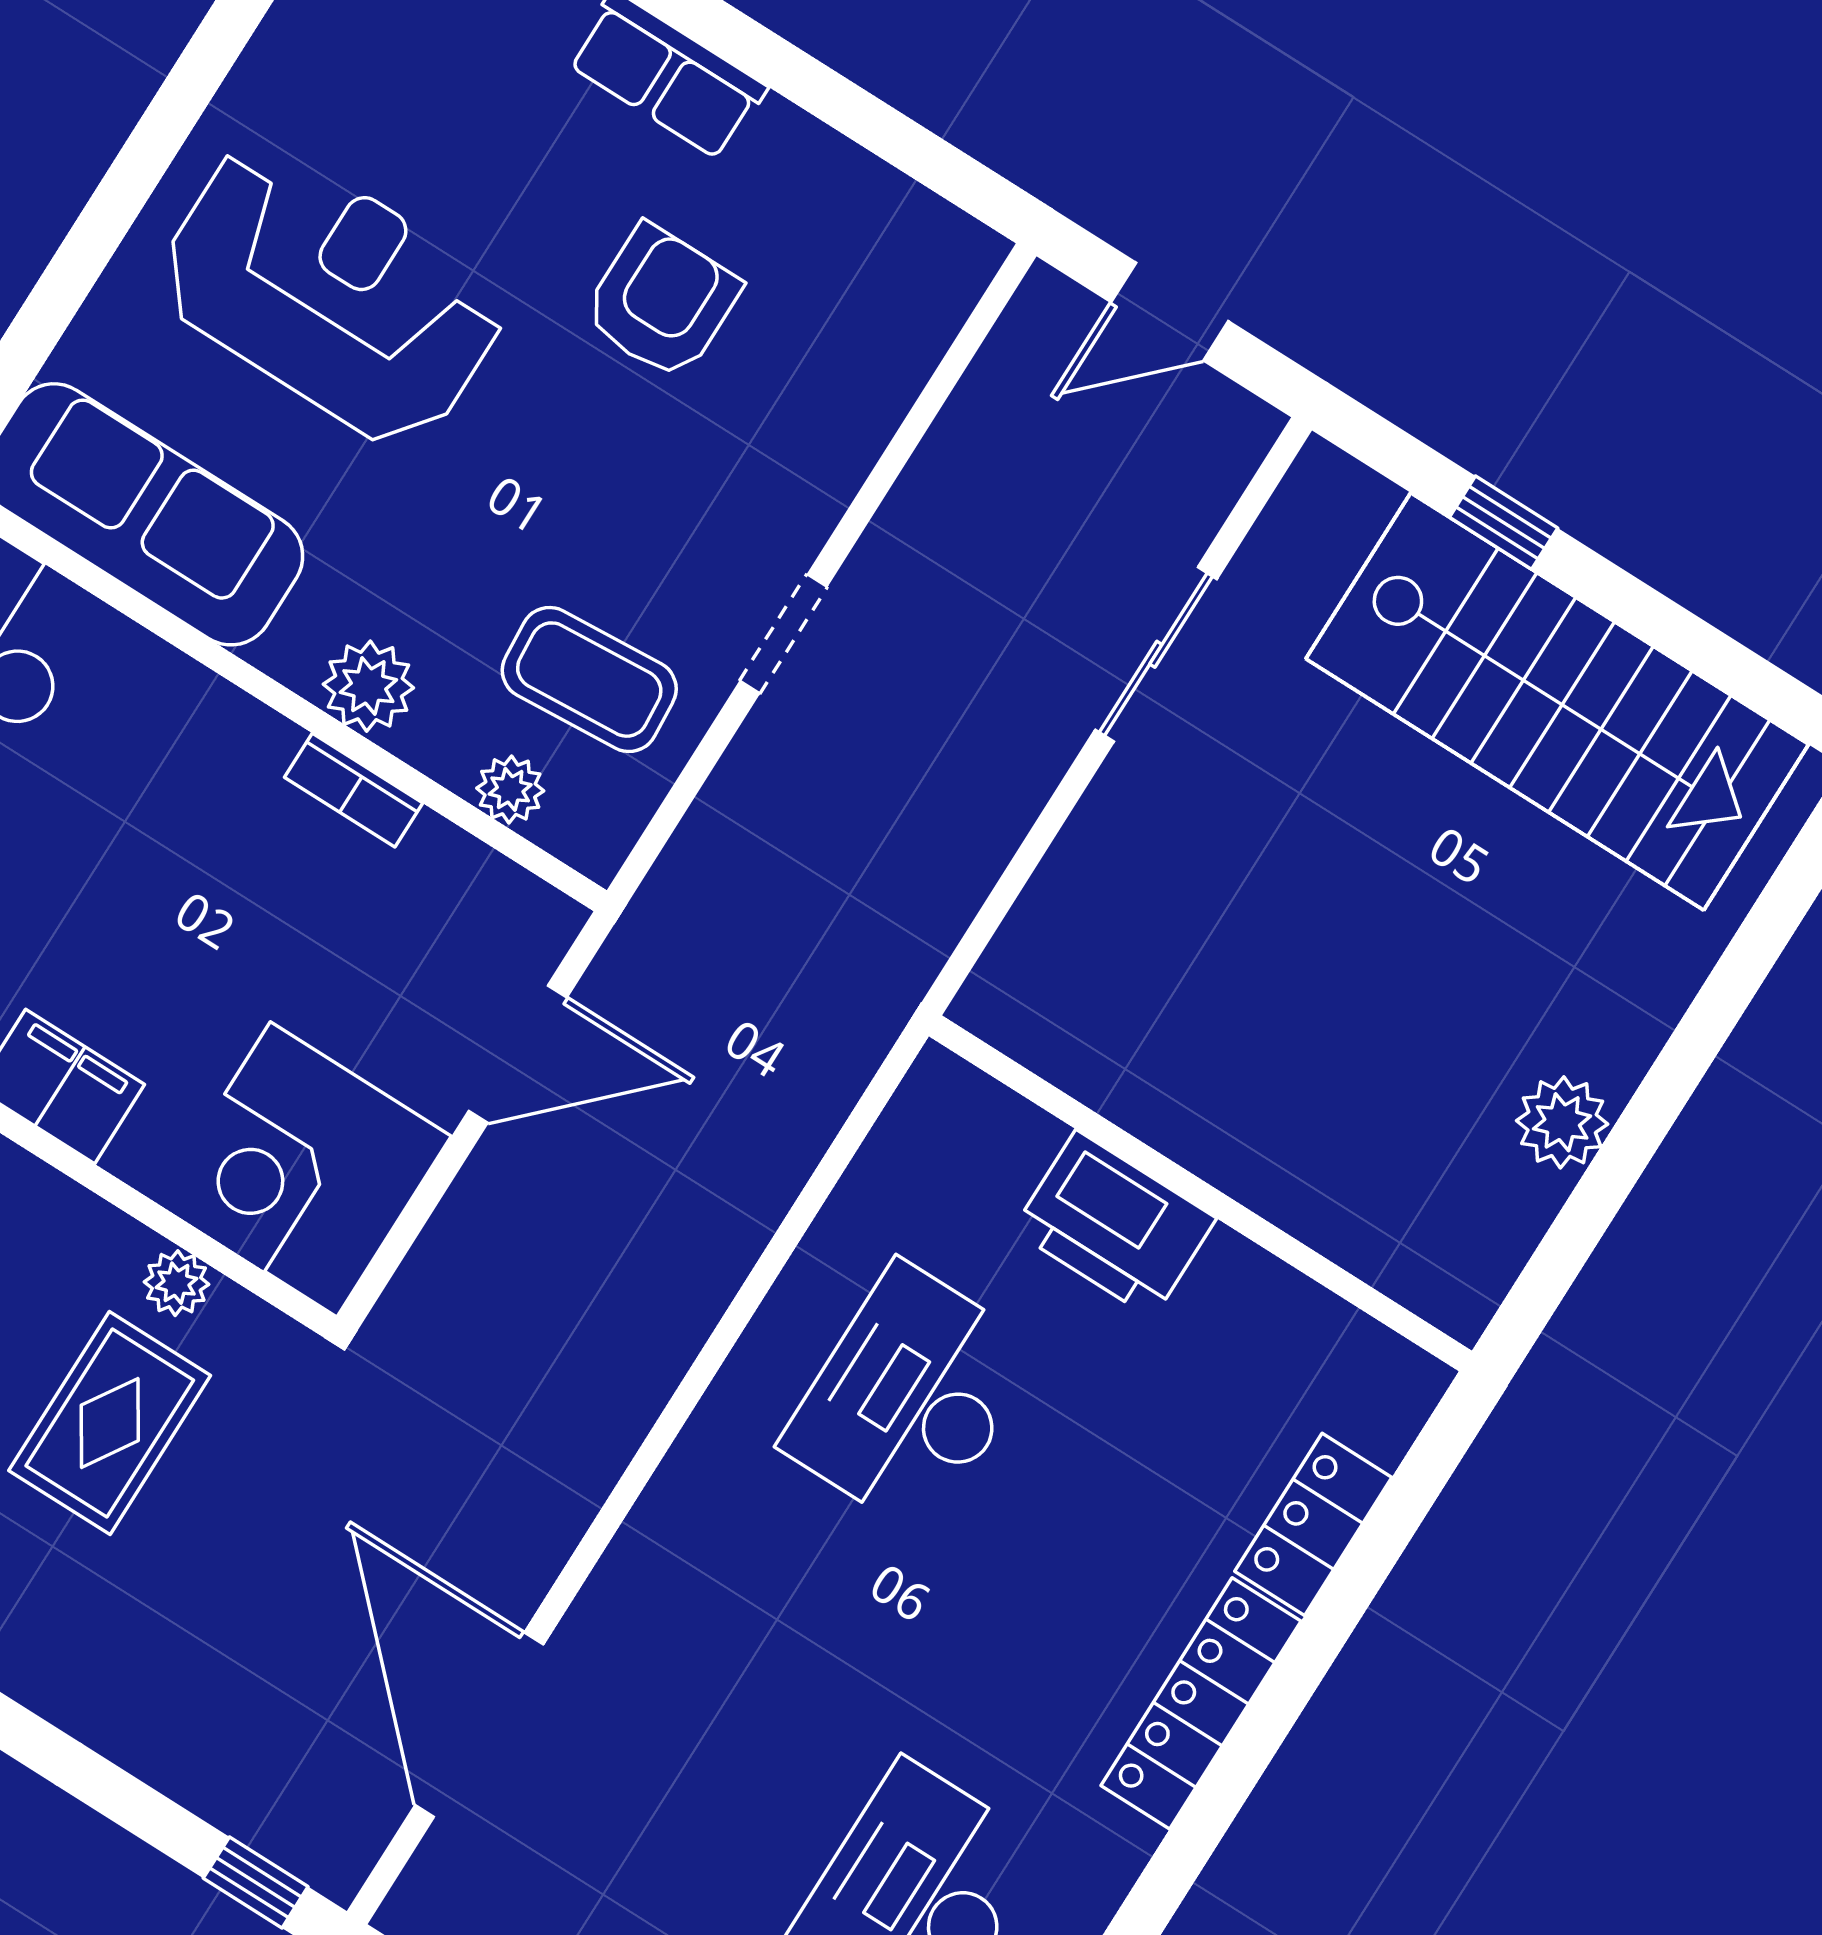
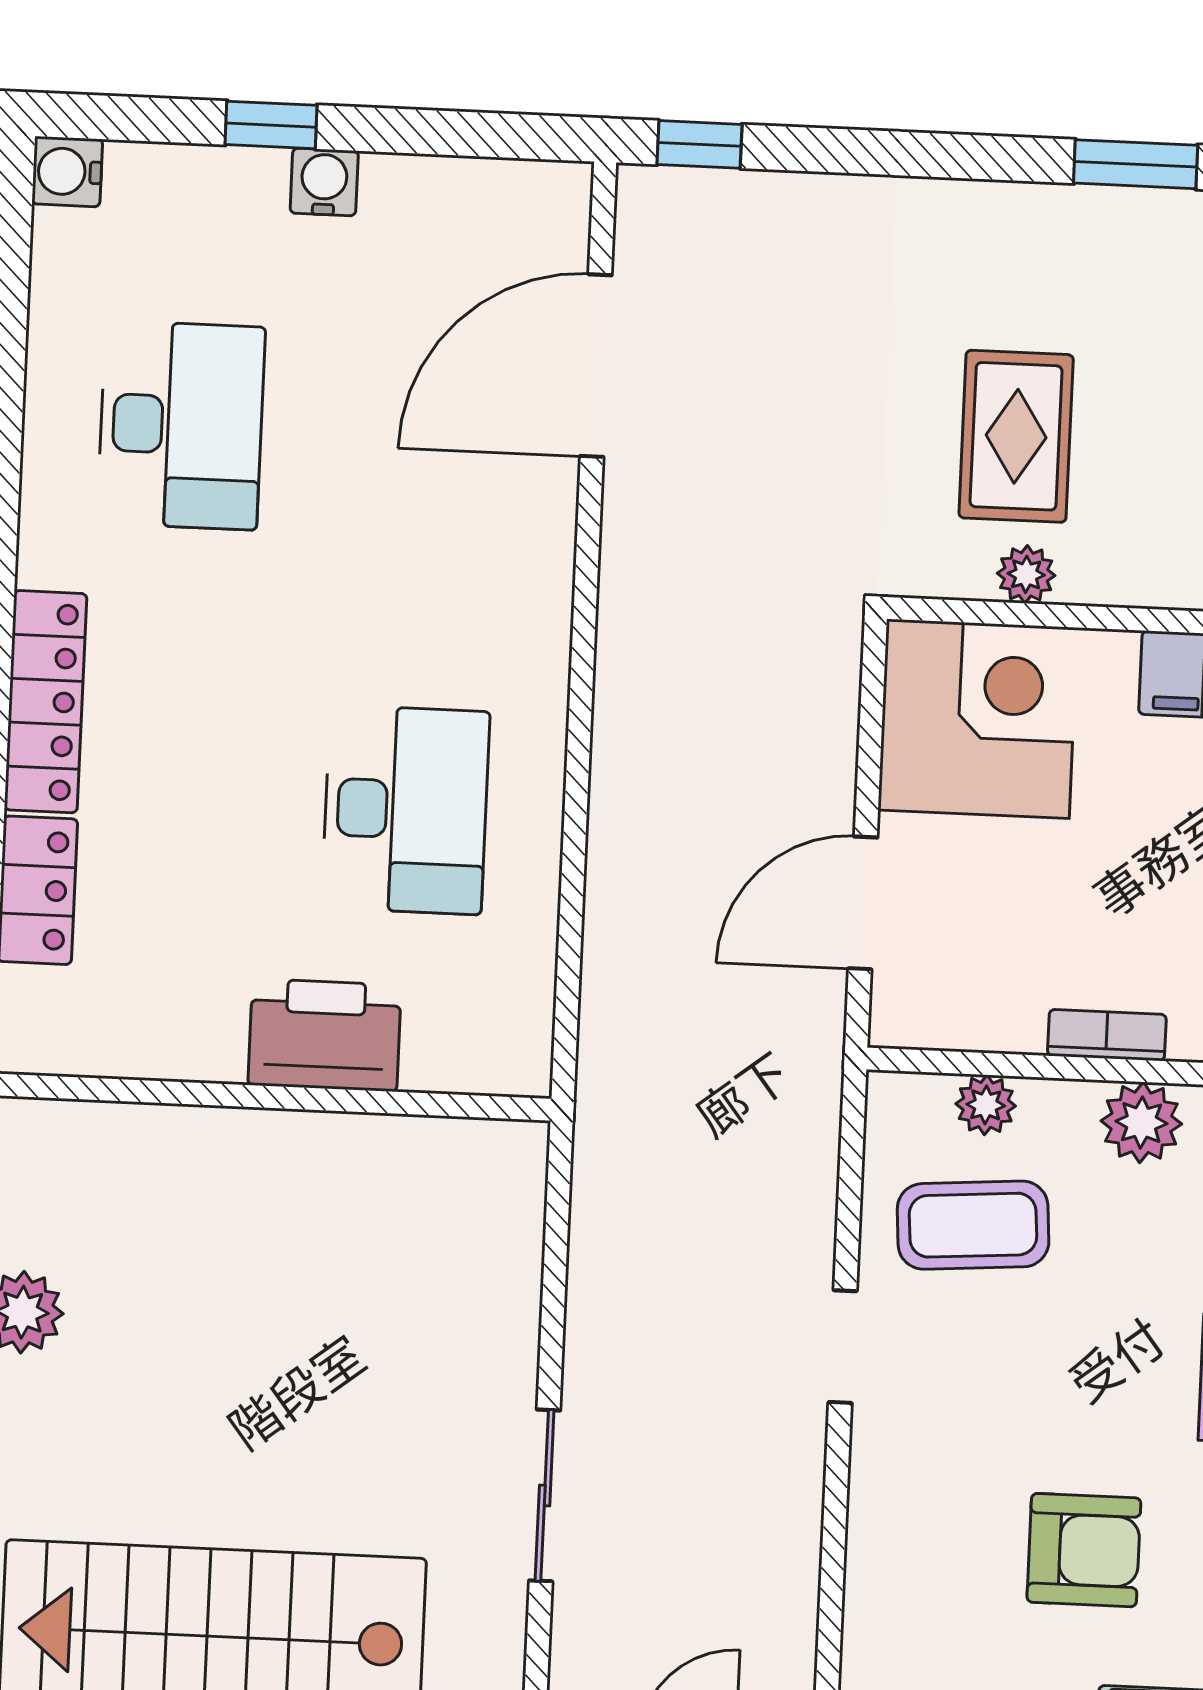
armchair: (662, 302) -> (1084, 1550), turned -90
door: (479, 1725) -> (596, 366), swing flipped

